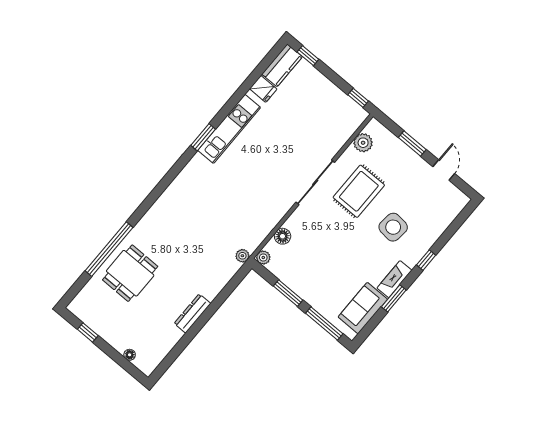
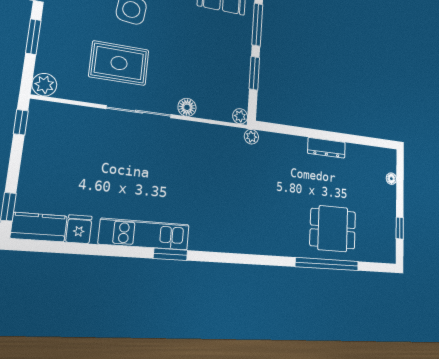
plant: (363, 143) -> (44, 85), moved
floor lamp: (283, 236) -> (187, 107), moved

